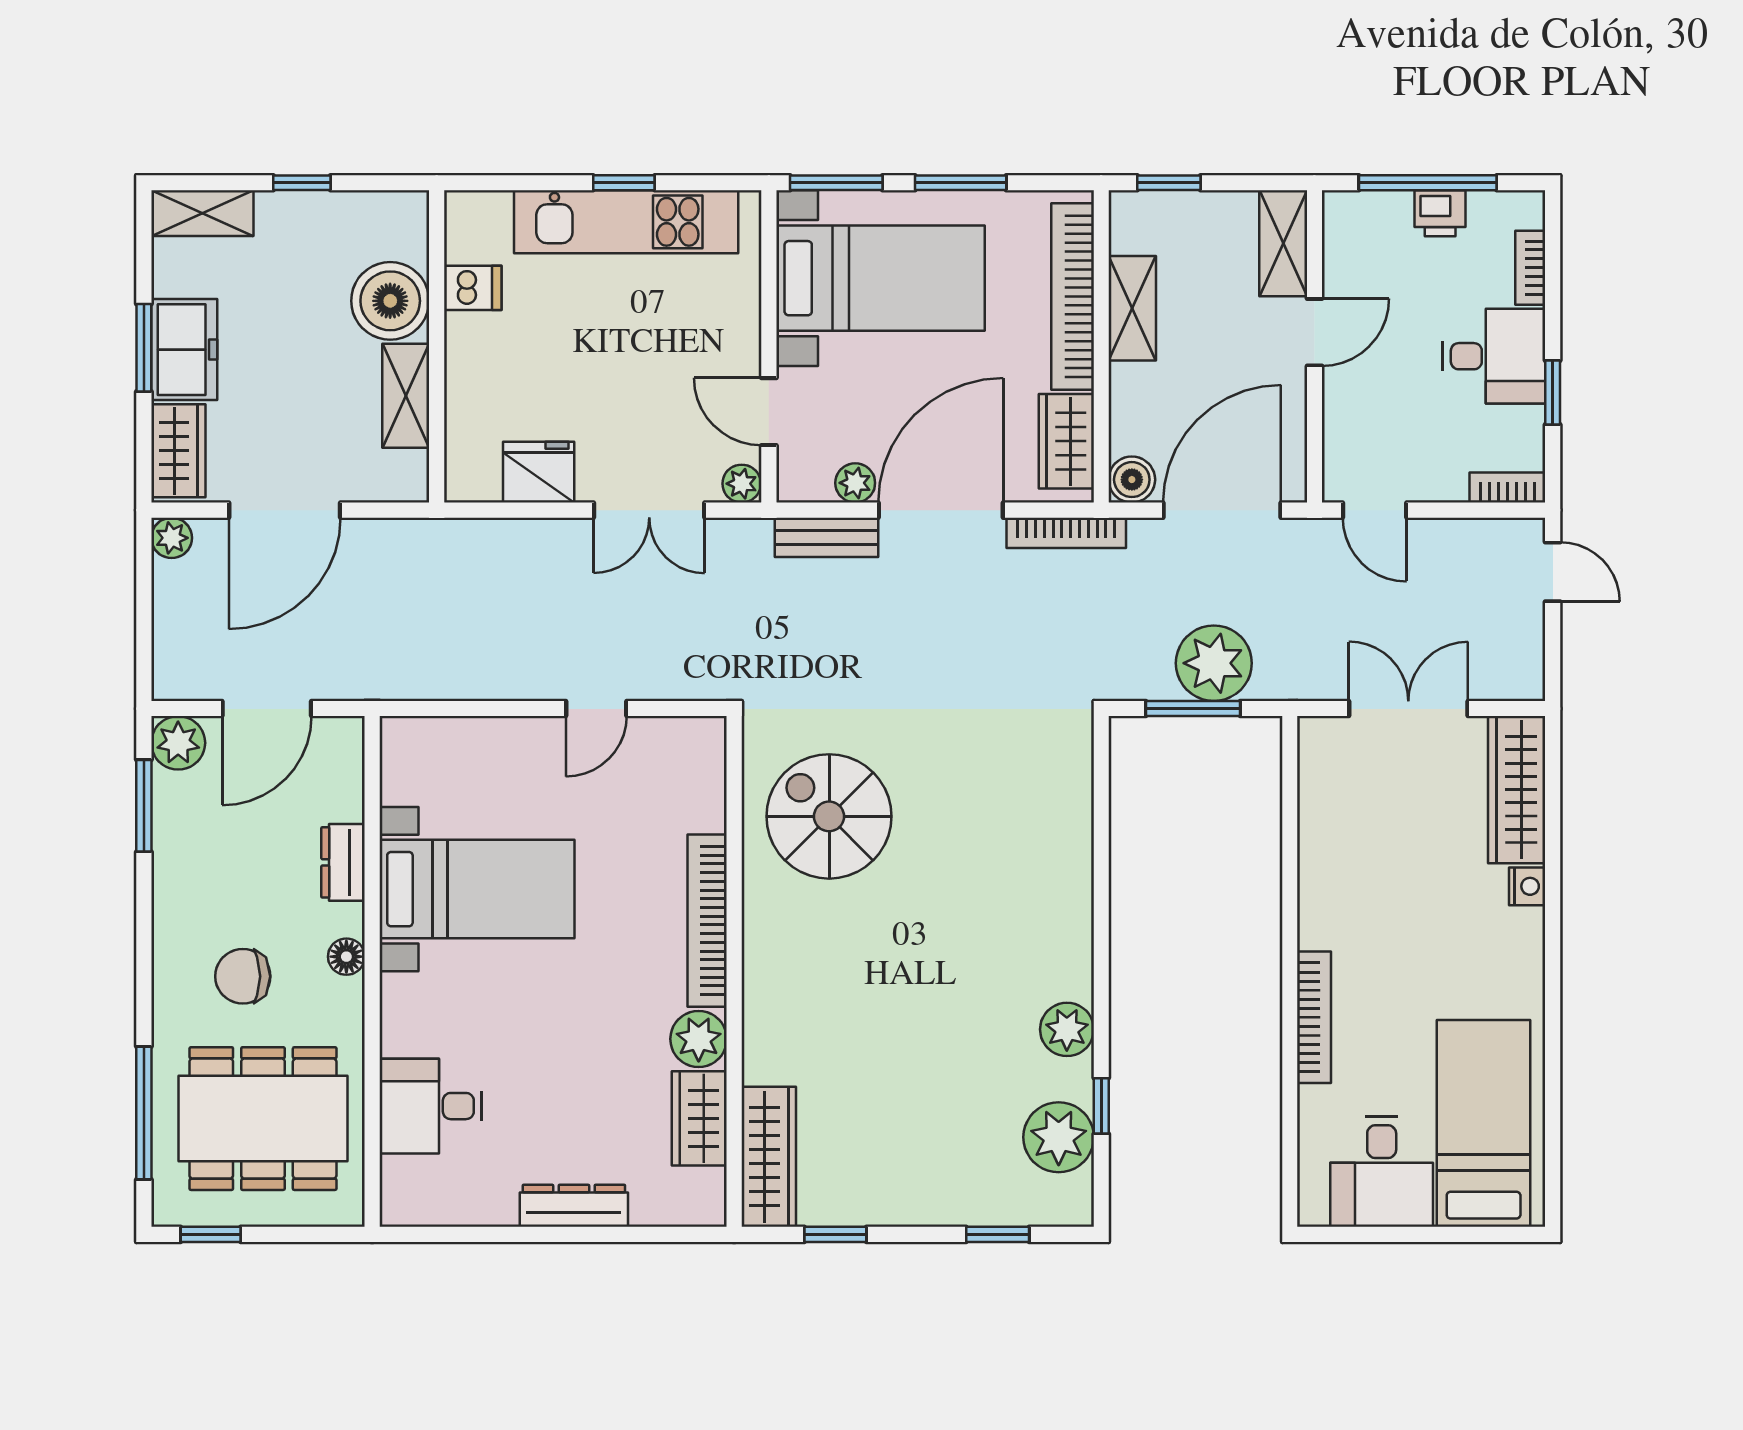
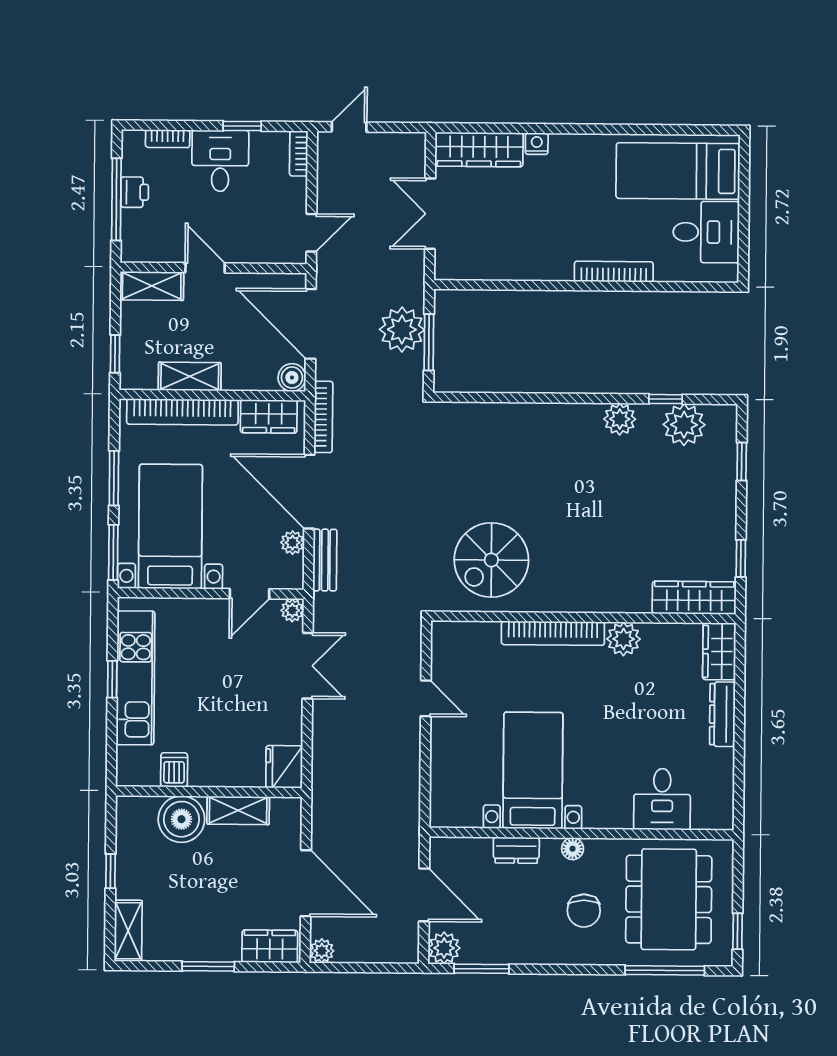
freezer: (184, 350) -> (209, 942), removed
fridge: (539, 472) -> (284, 767), moved
wardrobe: (699, 1118) -> (719, 651), moved, turned 90

